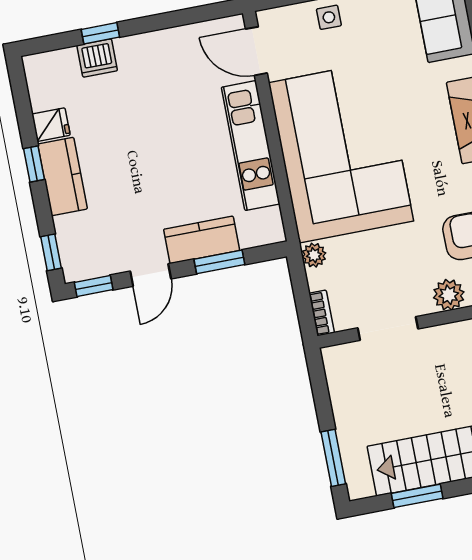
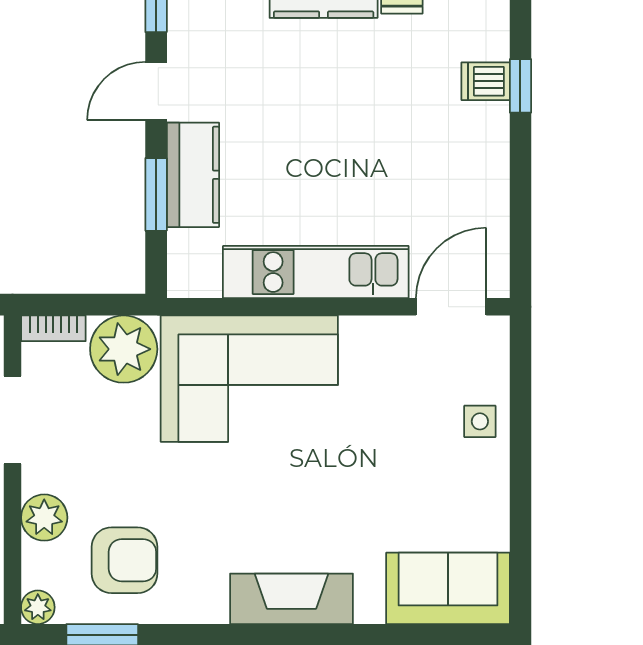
dishwasher: (97, 58) -> (486, 81), width x0.73
corner sofa: (341, 152) -> (249, 379), width x0.73, depth x0.74
plant: (314, 255) -> (124, 349), width x1.87, depth x1.87
door: (151, 275) -> (156, 91), hinge flipped

